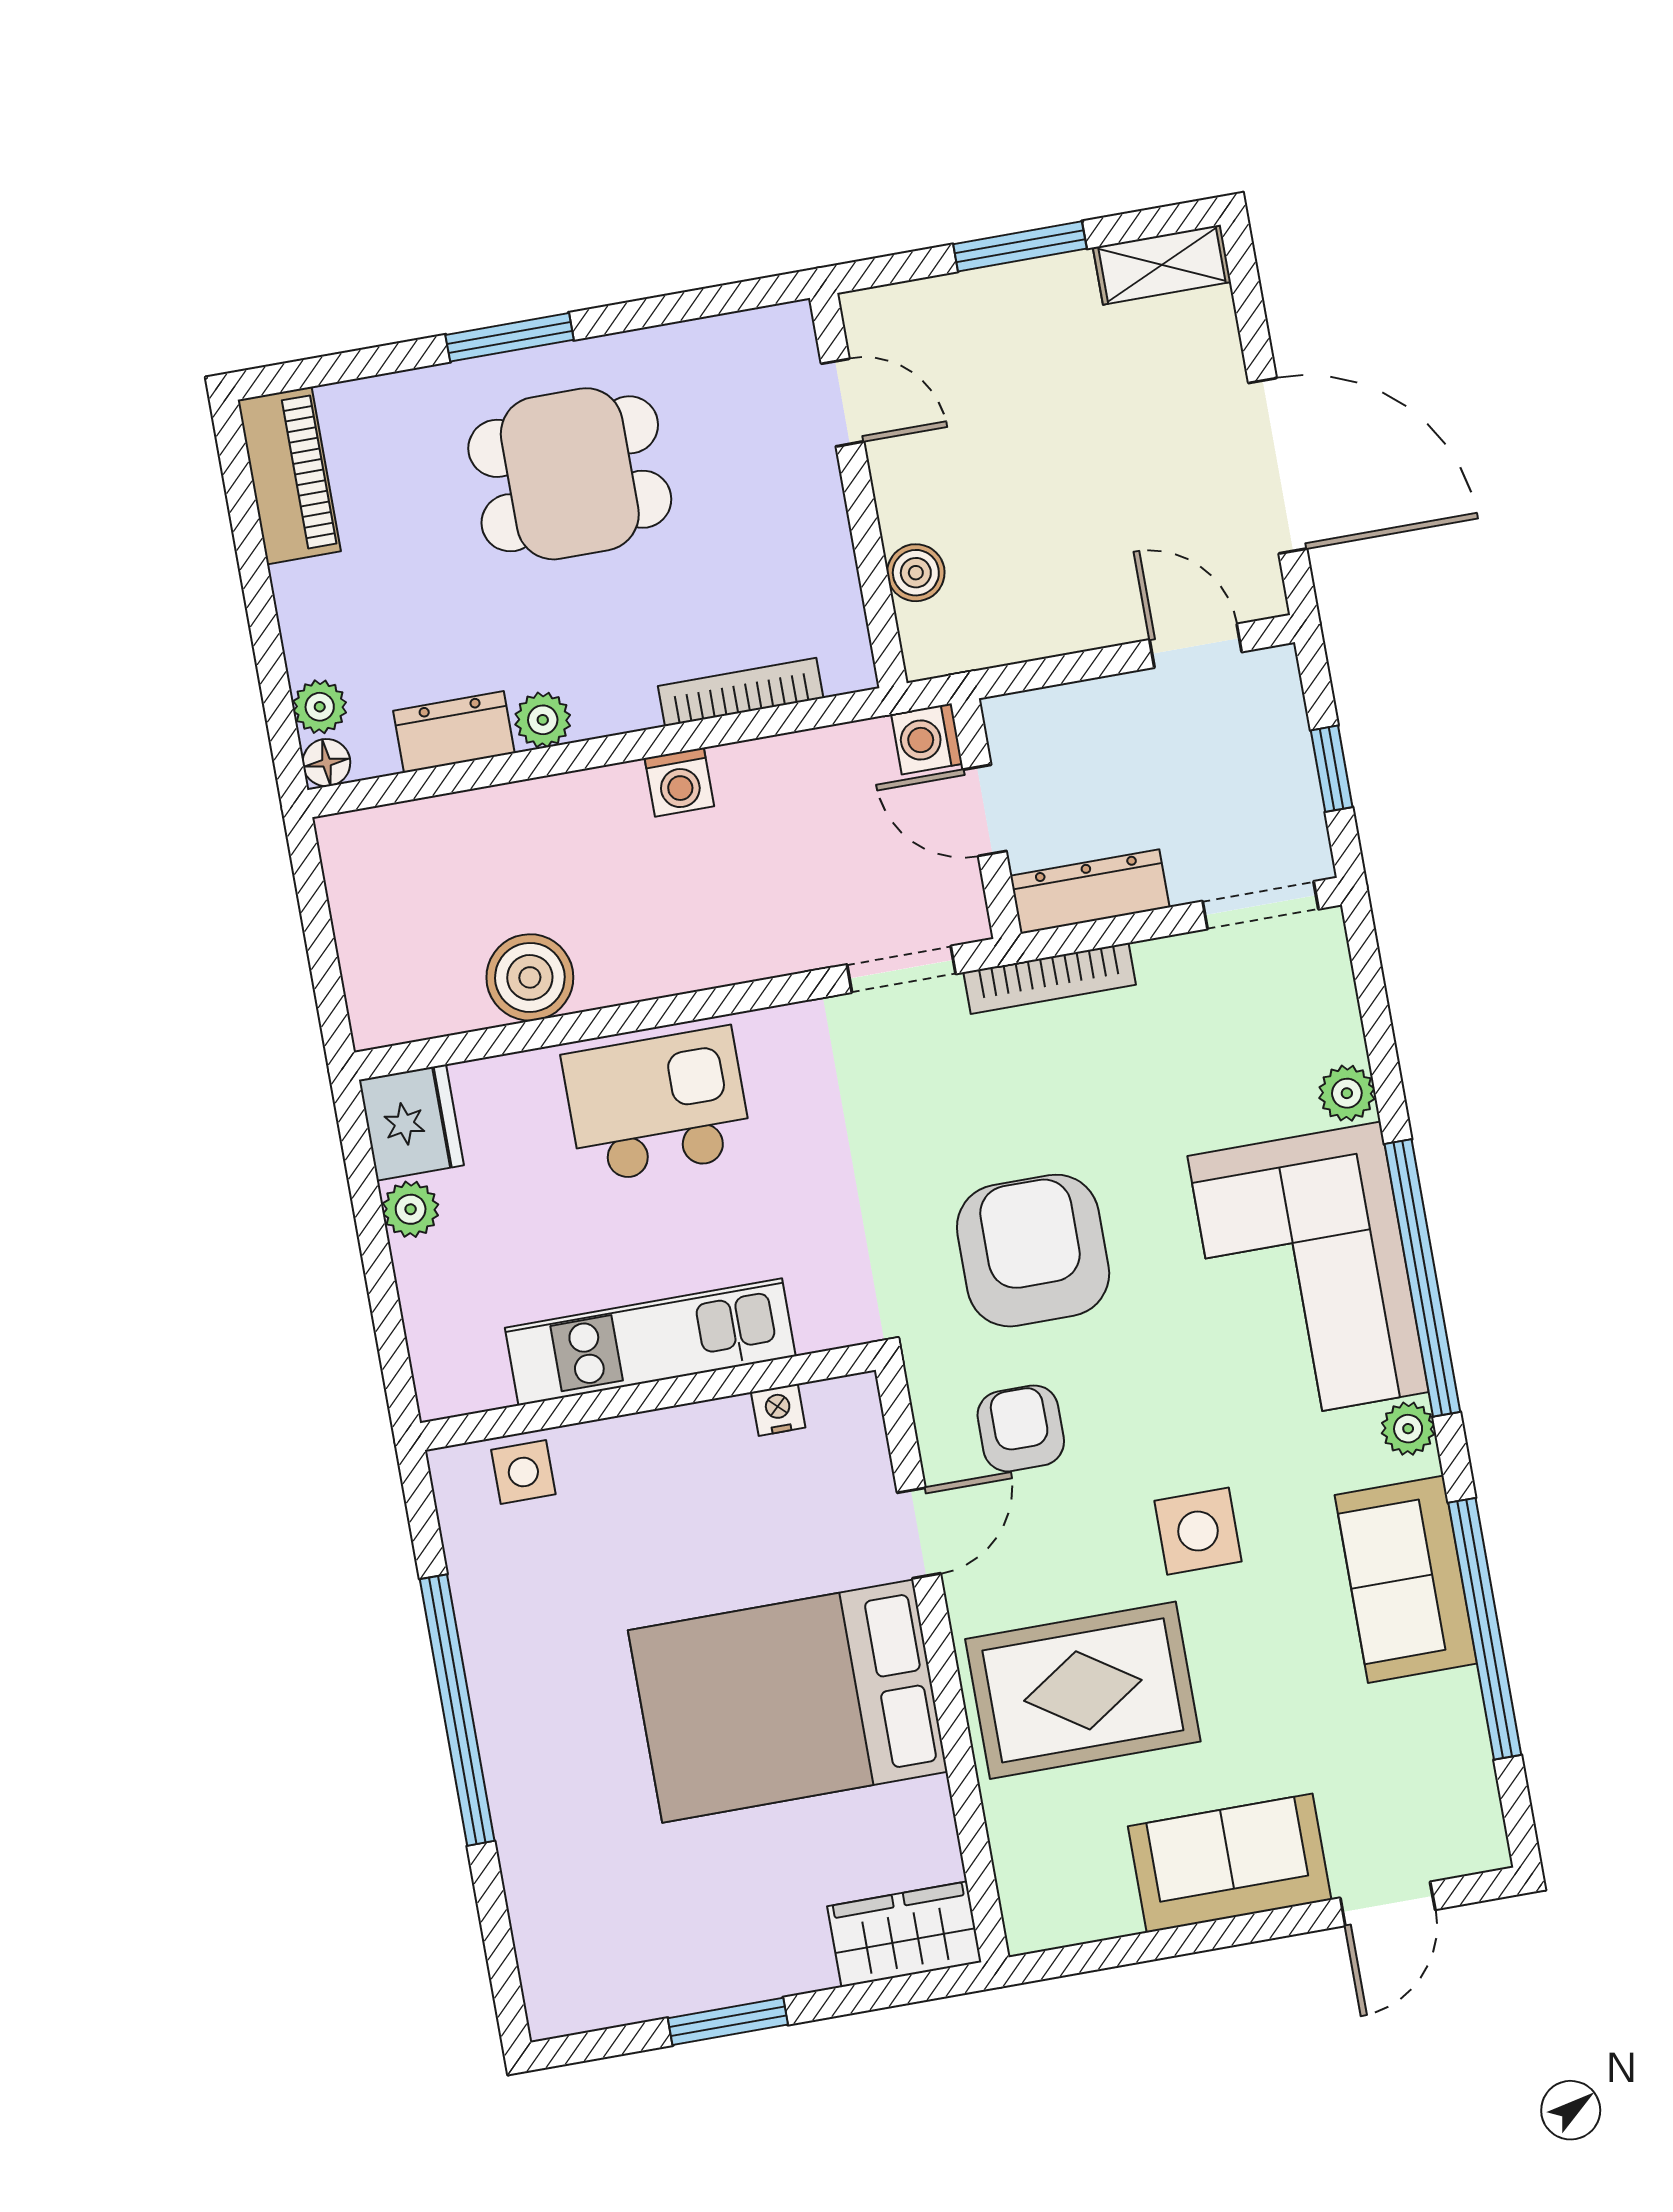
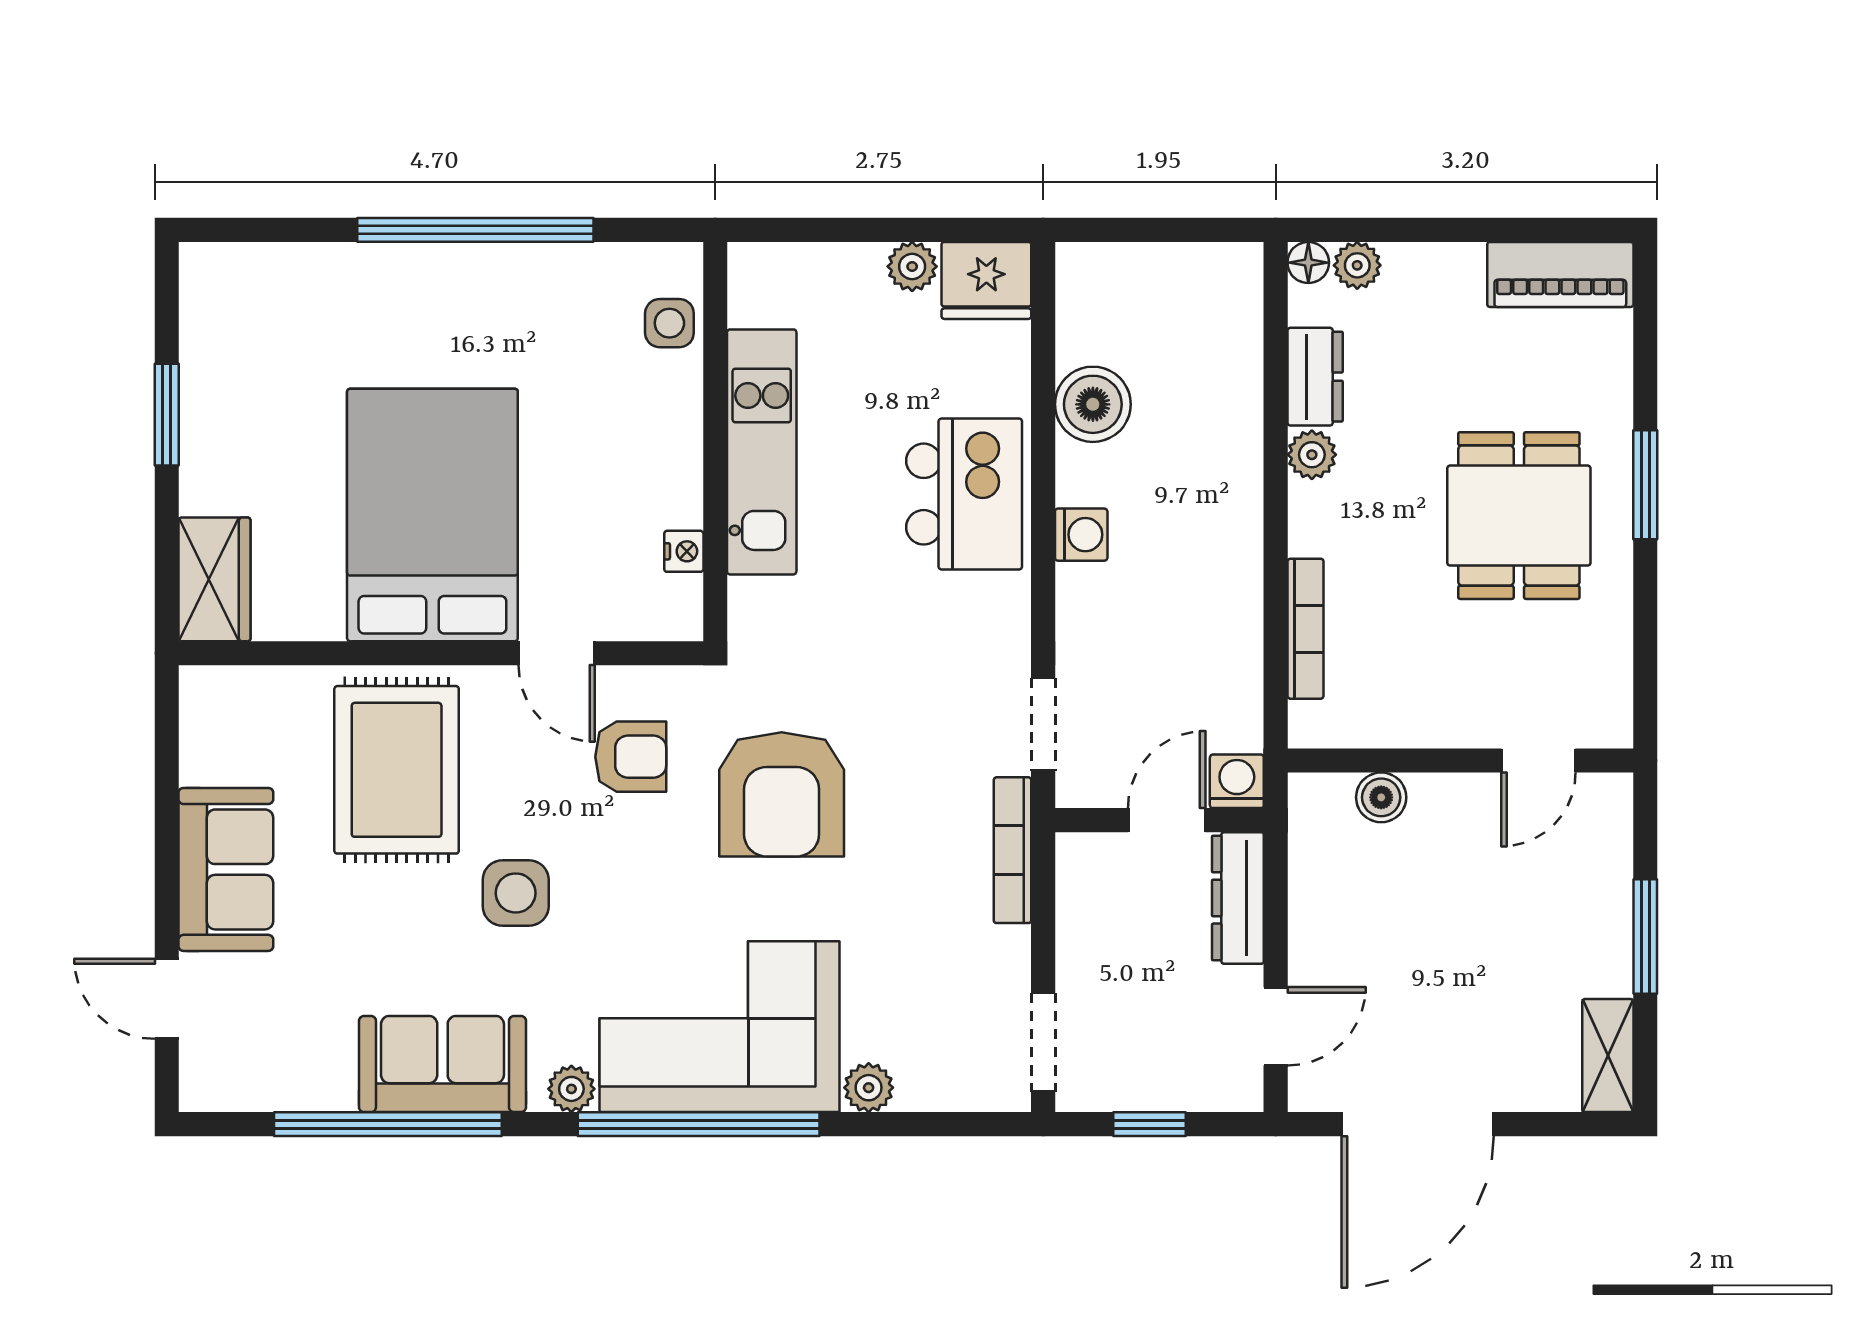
washing machine: (679, 782) -> (1081, 535), moved, turned 180
dresser: (1090, 892) -> (1238, 898), moved, turned 180
armchair: (1033, 1251) -> (782, 794), turned 90

